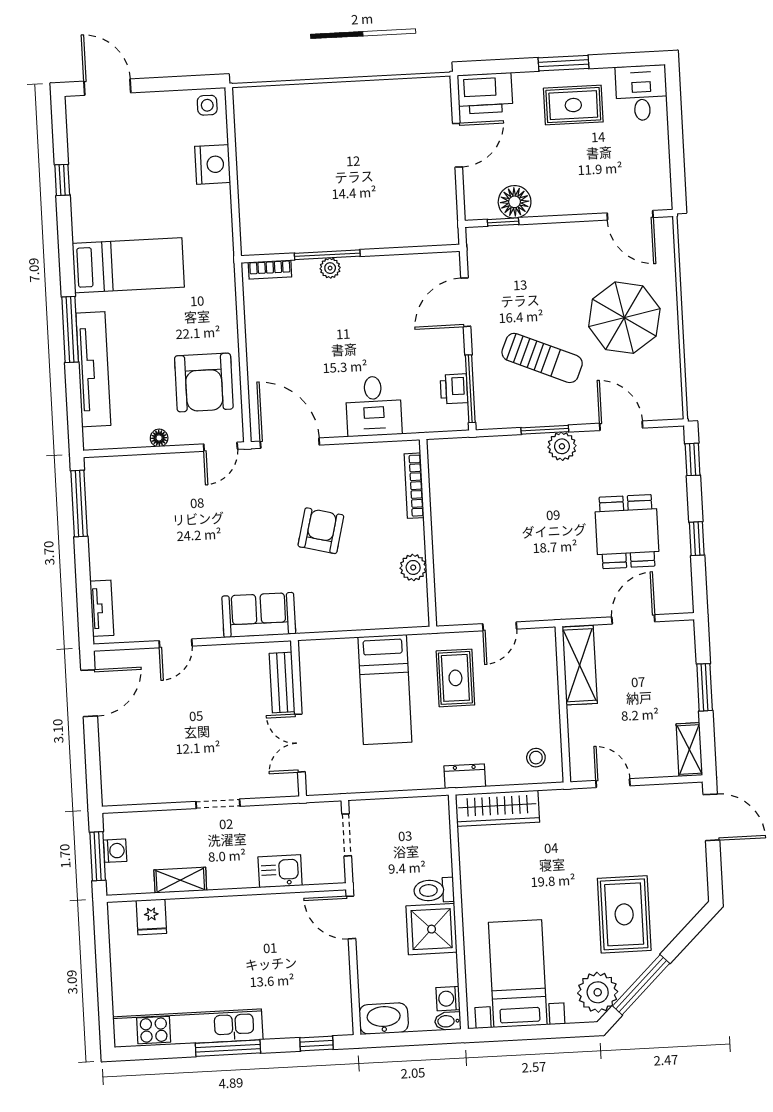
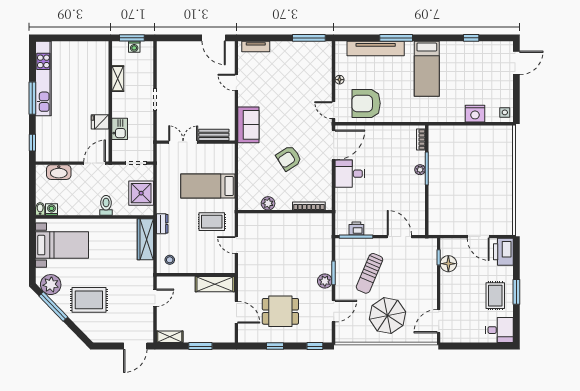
desk: (374, 406) -> (350, 174), moved
armchair: (321, 531) -> (289, 158), turned 133
fridge: (151, 917) -> (100, 122), moved
shower: (432, 929) -> (141, 193), moved
washbasin: (384, 1019) -> (59, 172), moved, turned 90

